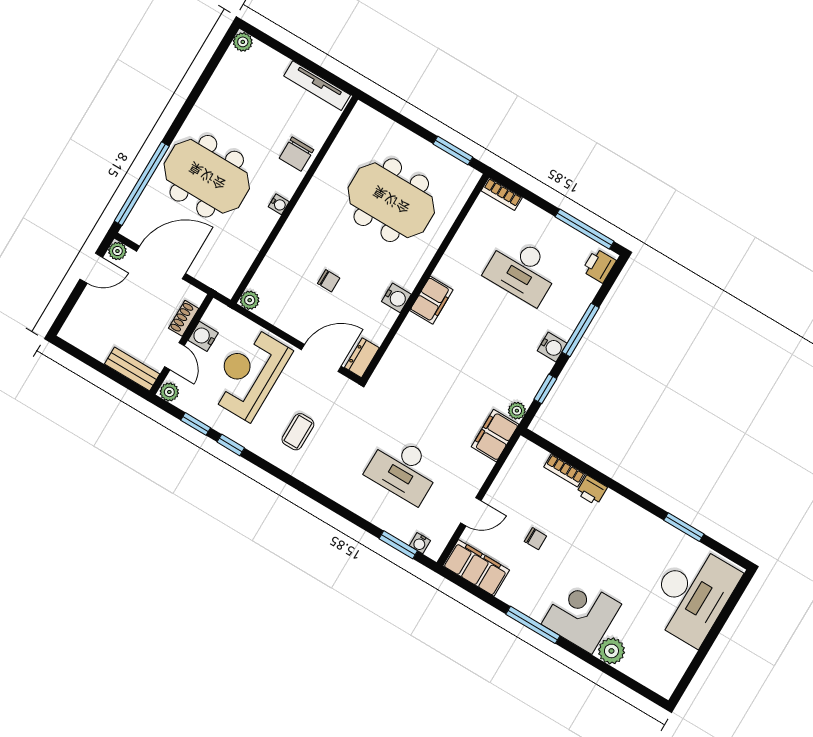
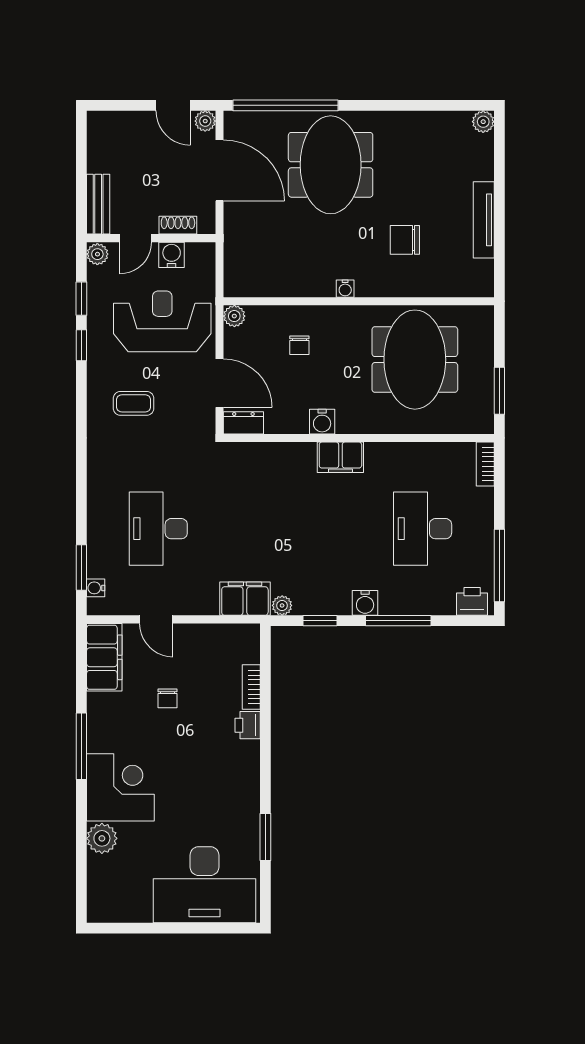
wall: (294, 200) -> (359, 301), moved
water cooler: (279, 204) -> (345, 289), moved
plant: (250, 300) -> (234, 316), moved

